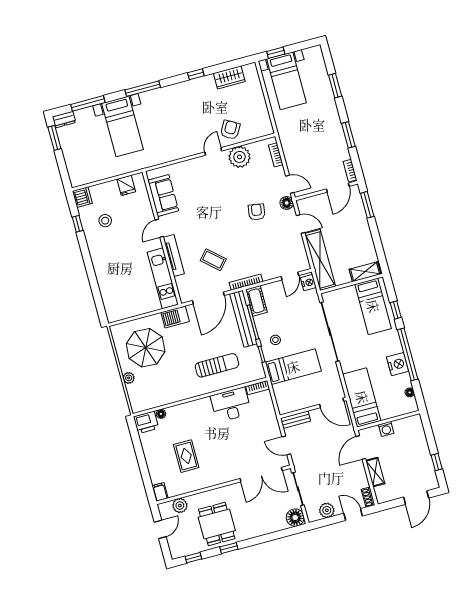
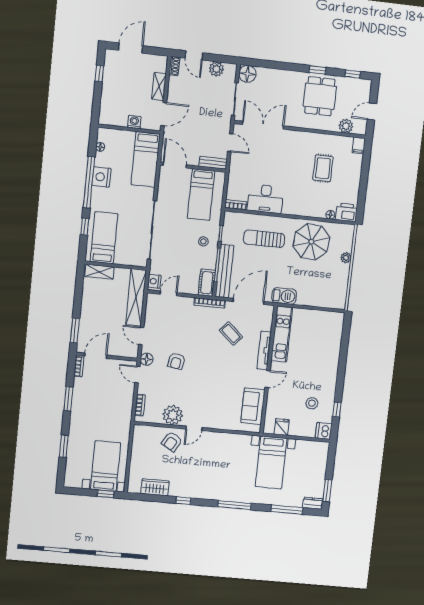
bed with nightstands: (123, 126) -> (271, 462), moved, turned 180
parasol: (146, 348) -> (311, 242), moved
bed: (293, 367) -> (201, 195), moved, turned -90

